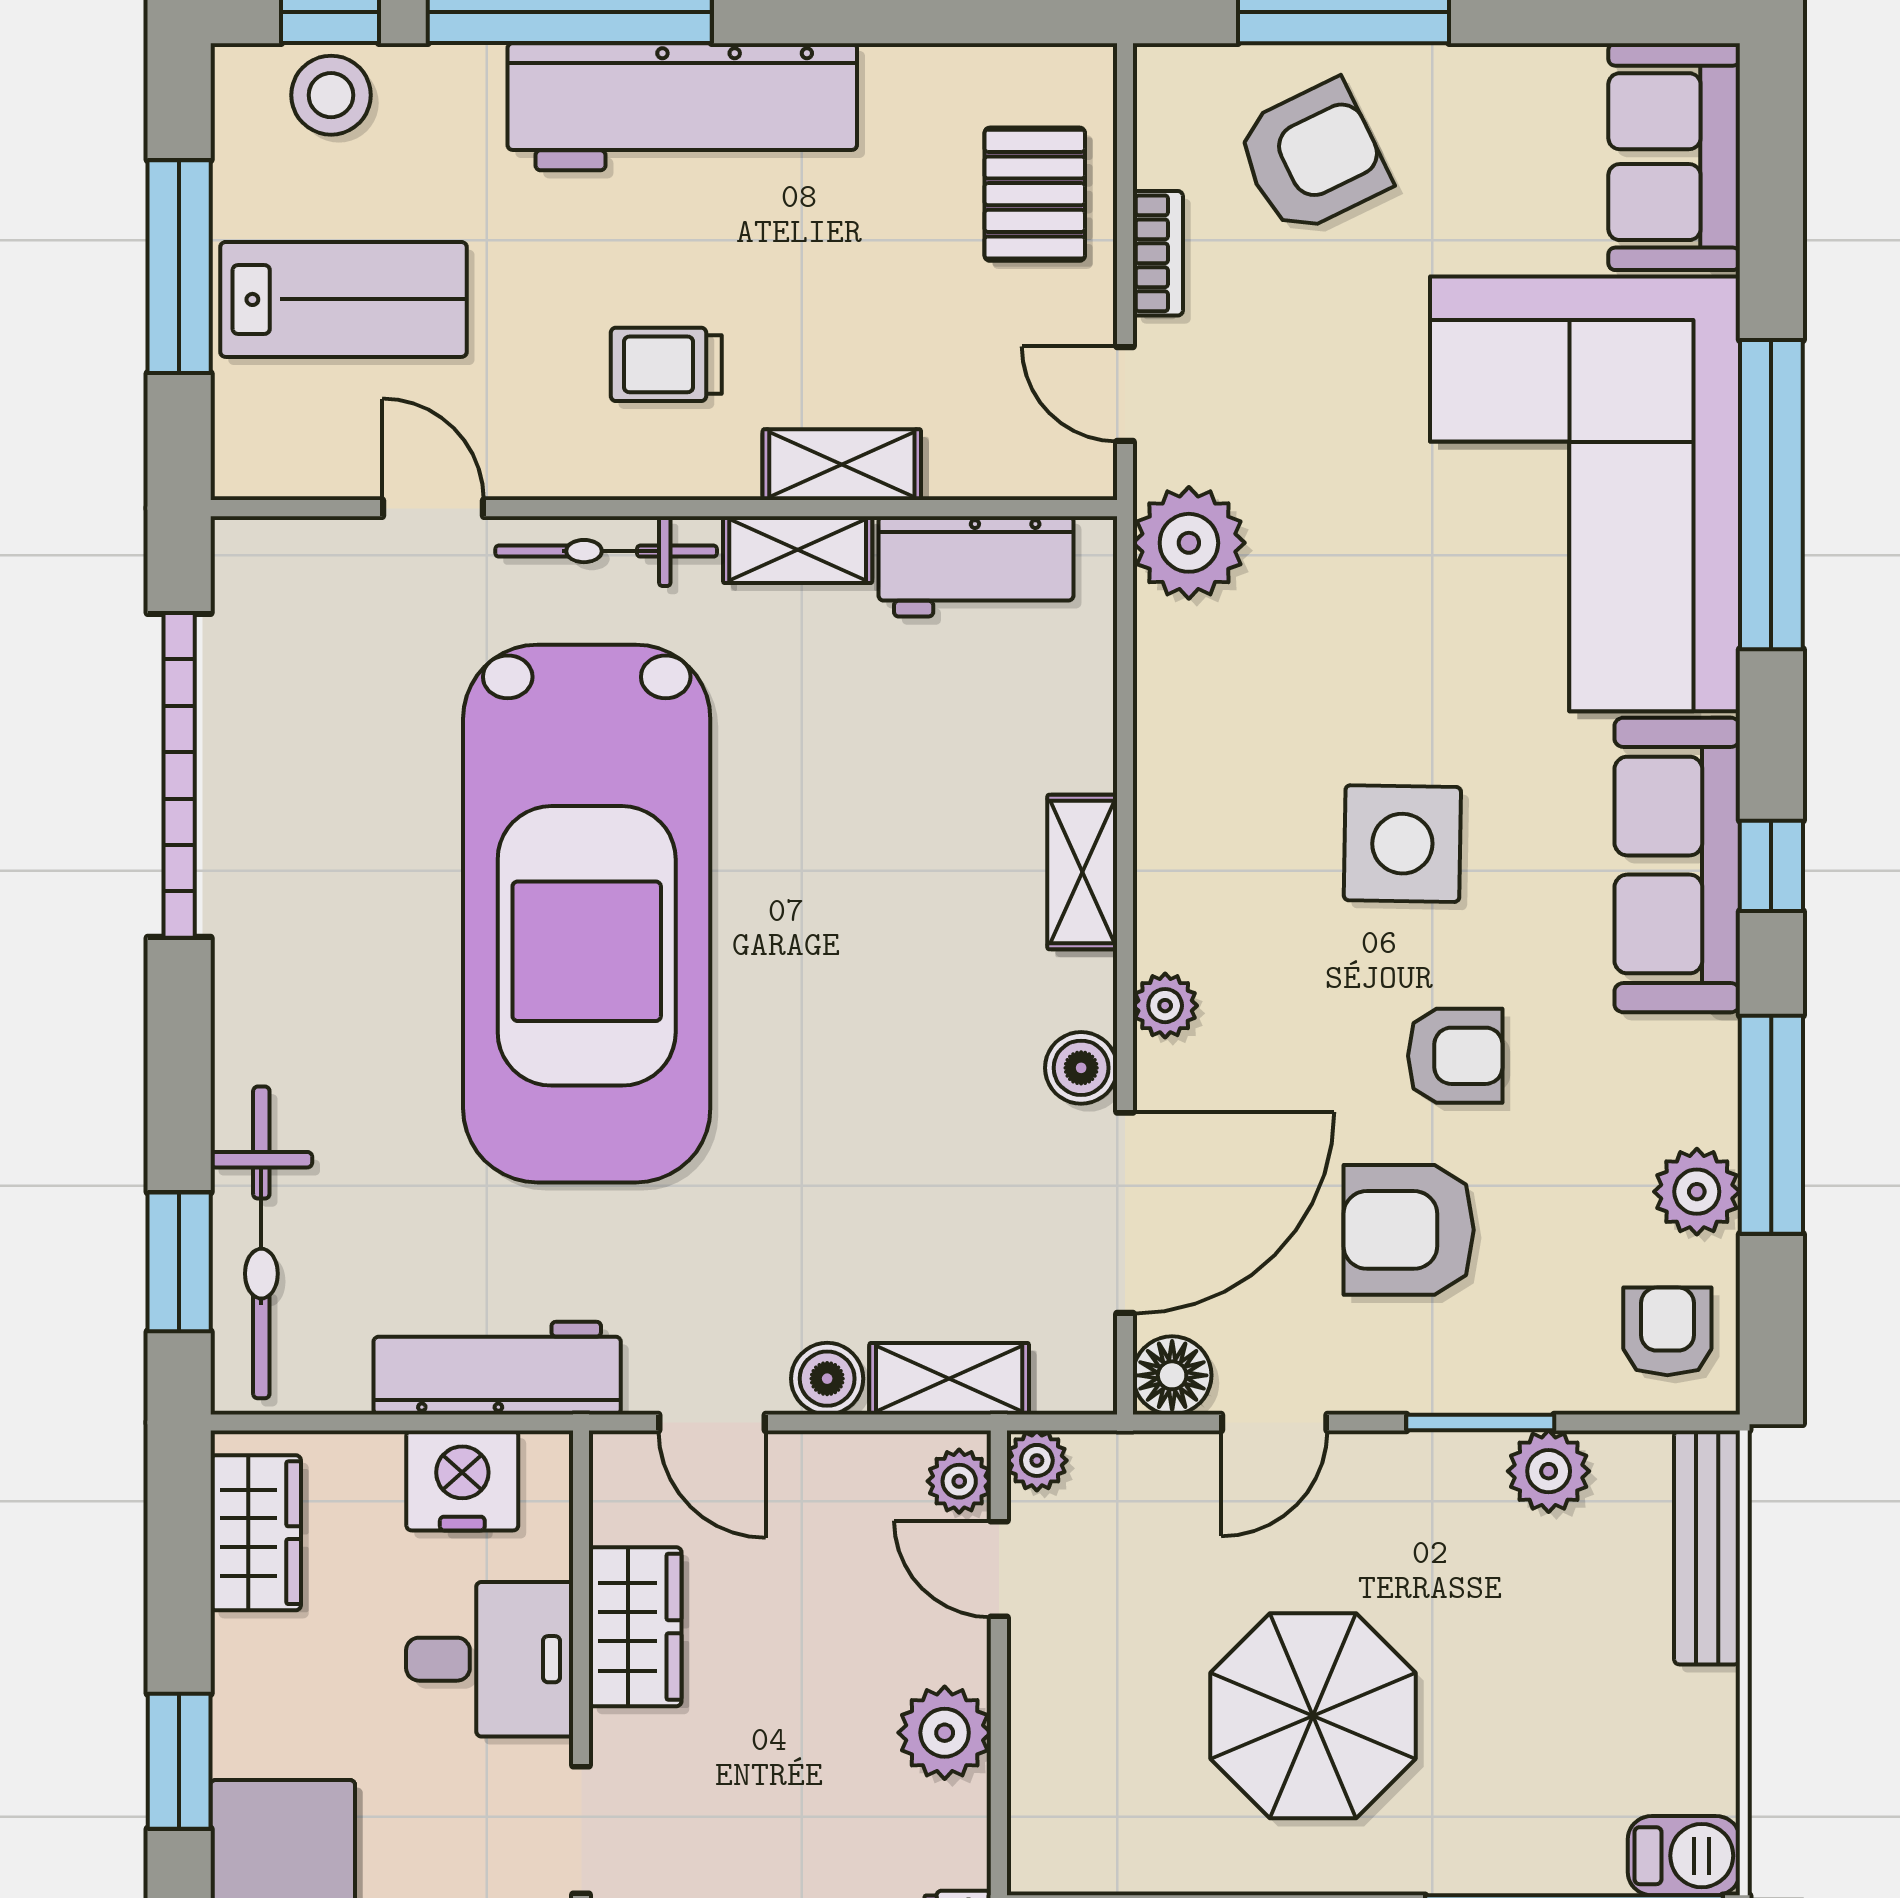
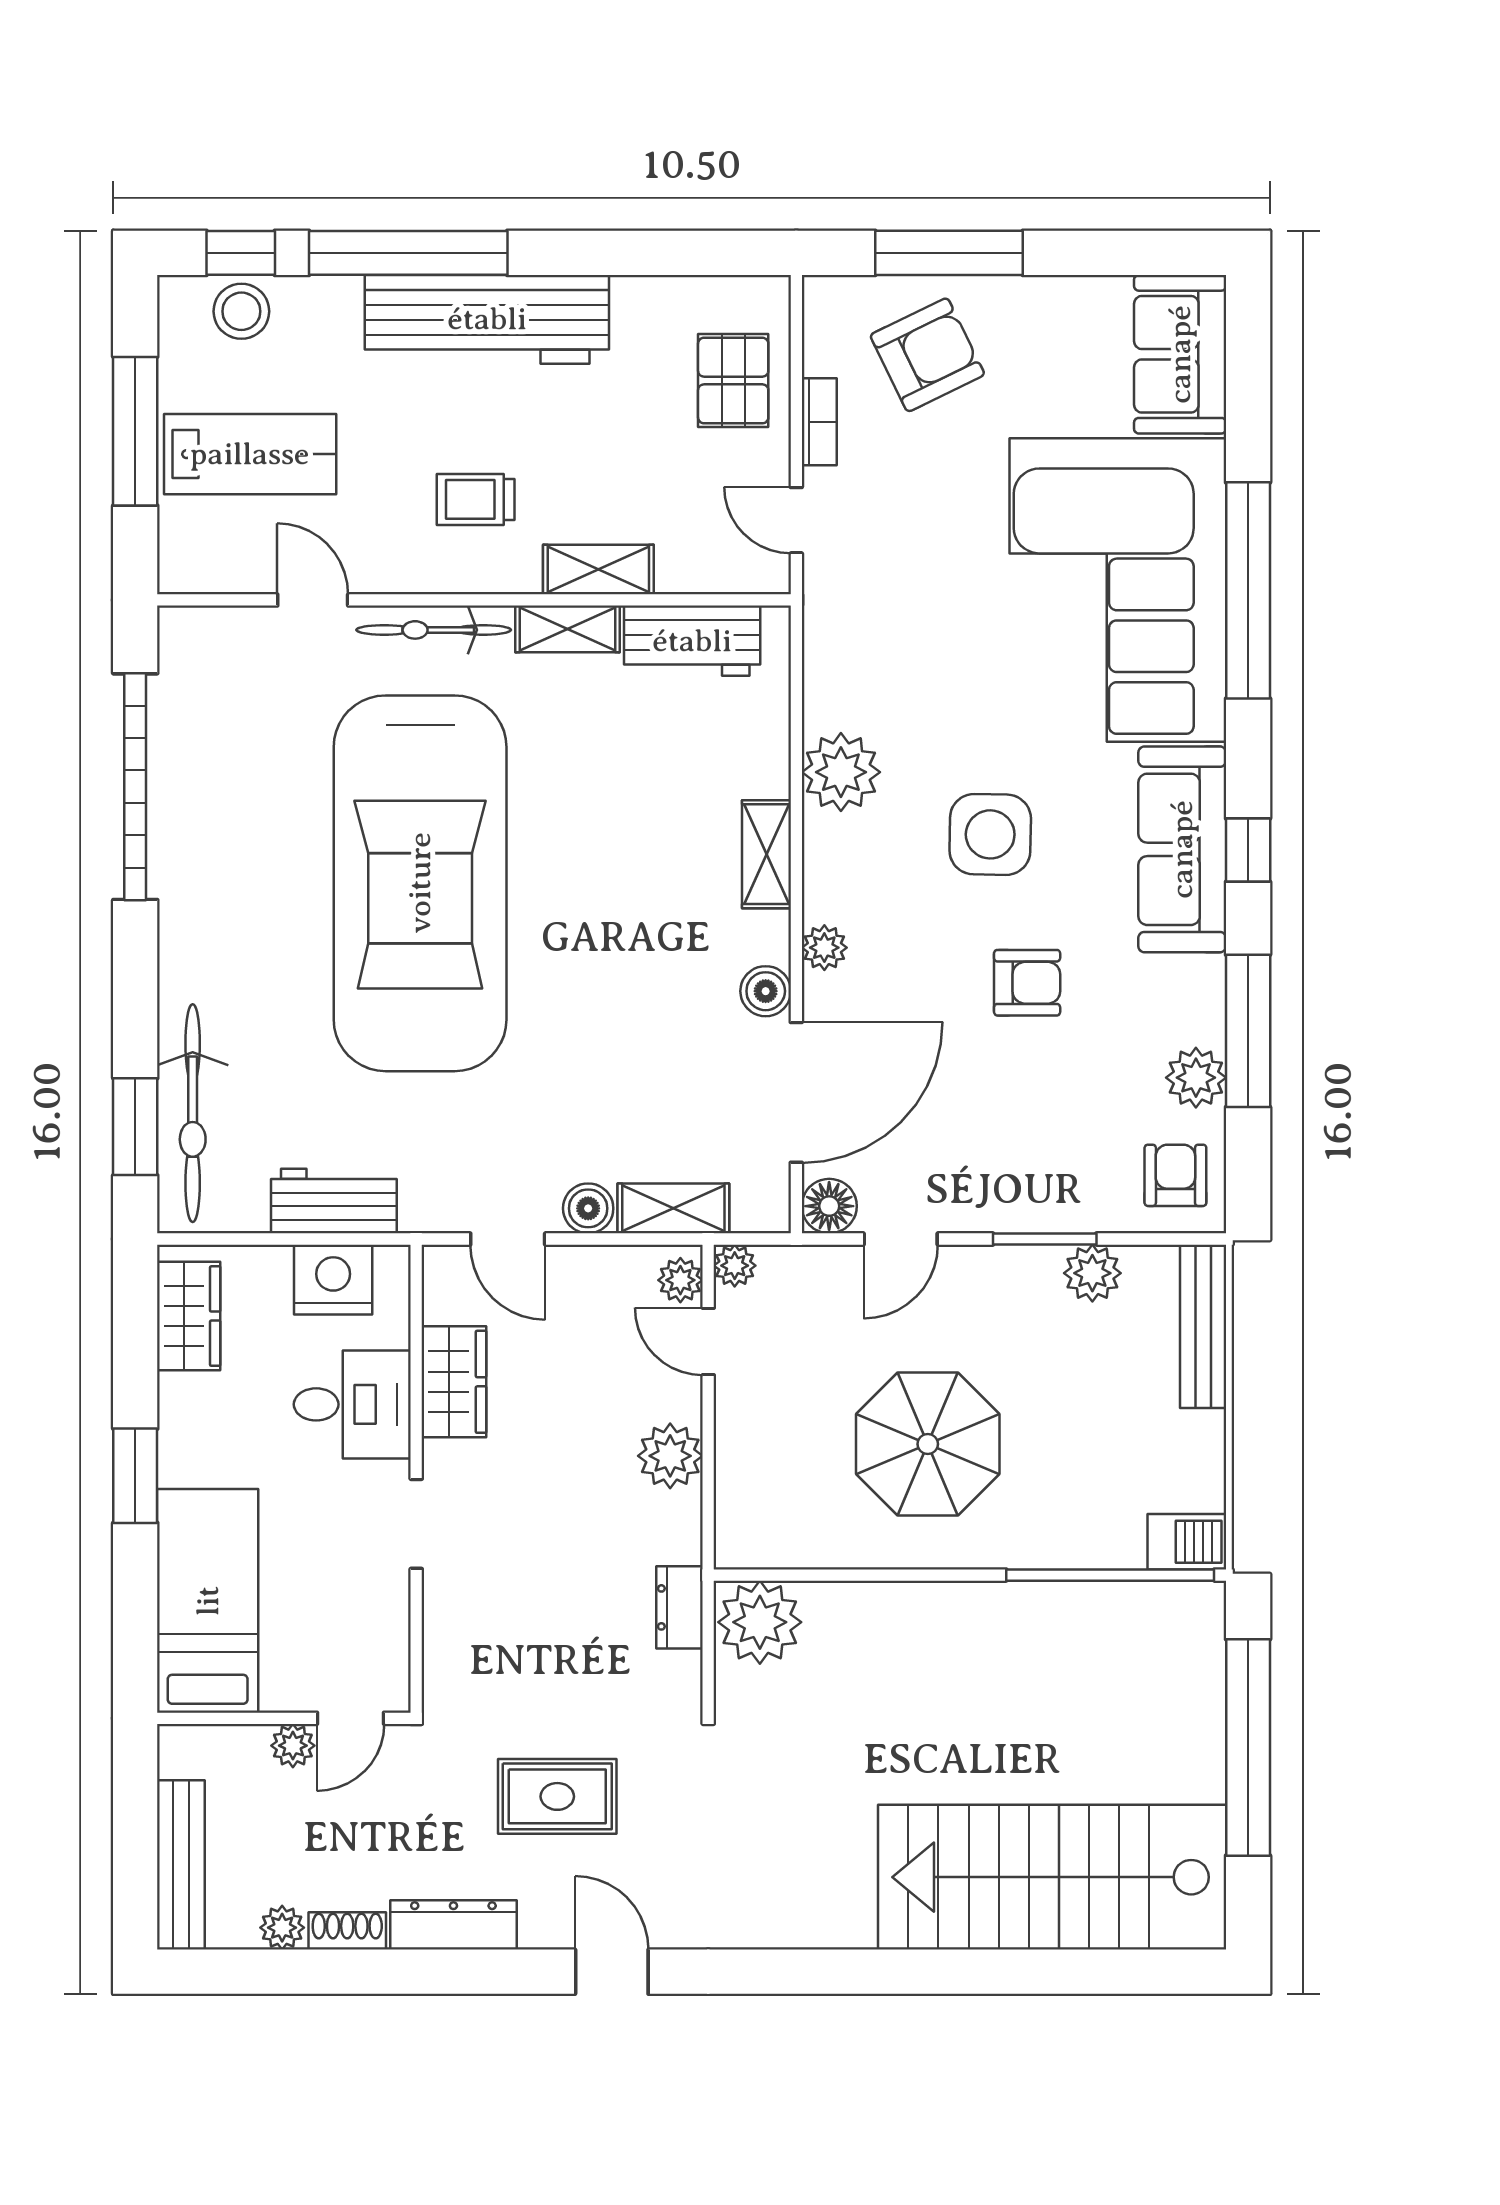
plant: (1189, 543) -> (841, 772), moved
armchair: (1409, 1230) -> (994, 1104), removed
workbench: (497, 1368) -> (334, 1201), width x0.73

